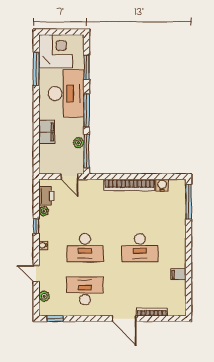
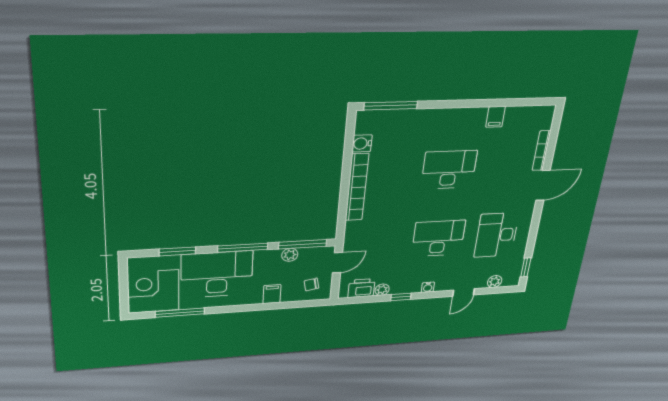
filing cabinet: (47, 132) -> (272, 294), width x0.50
chair: (53, 159) -> (311, 284), added
desk: (85, 248) -> (438, 238), turned -90
desk: (140, 248) -> (449, 170), turned -90

